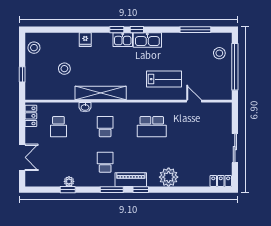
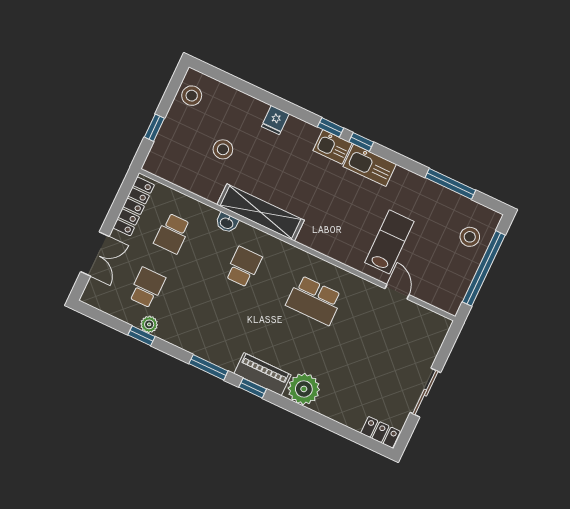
lab bench: (164, 79) -> (389, 242), moved, turned -90
locker: (31, 116) -> (134, 206), width x1.53
school desk: (105, 162) -> (147, 288), moved
piano: (131, 180) -> (262, 374), moved

